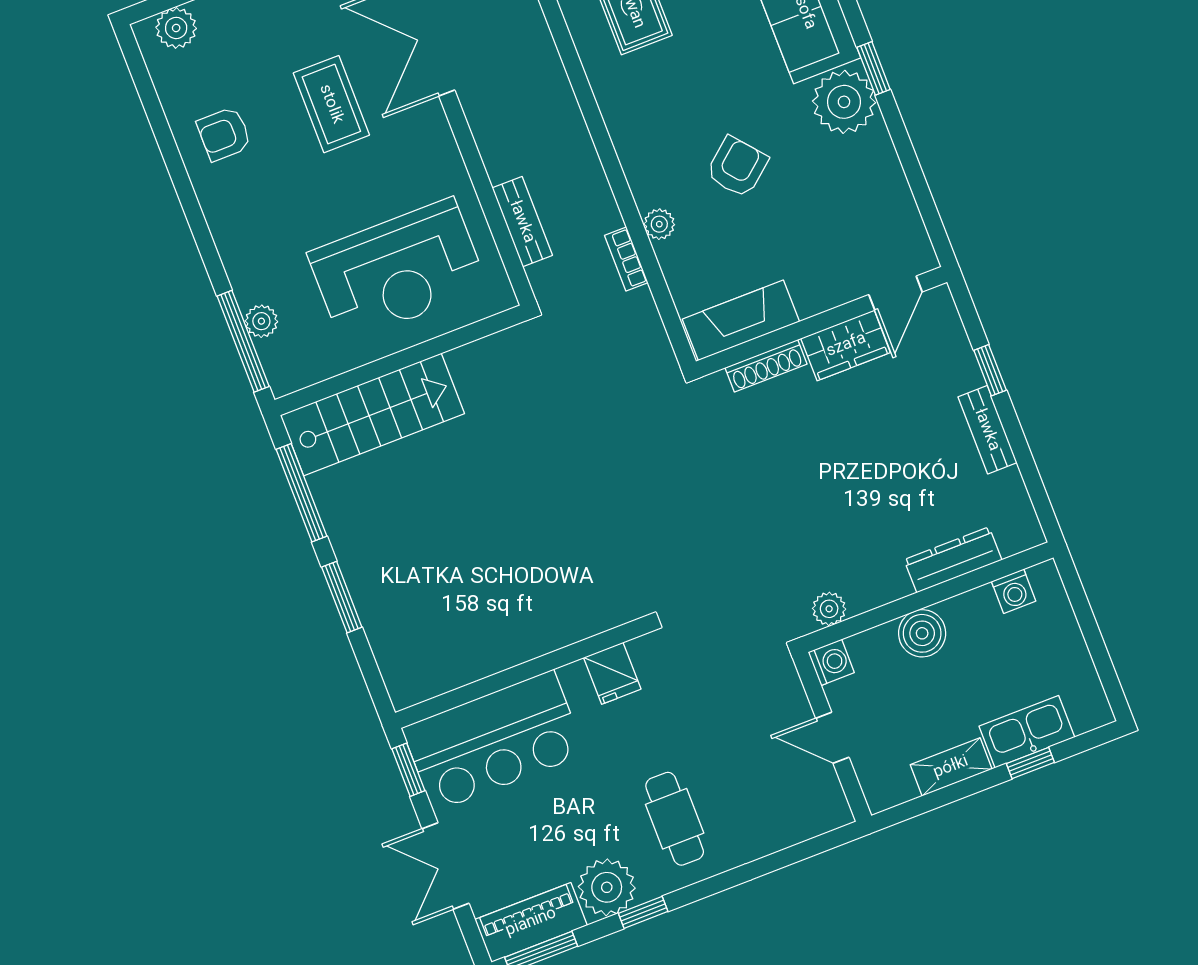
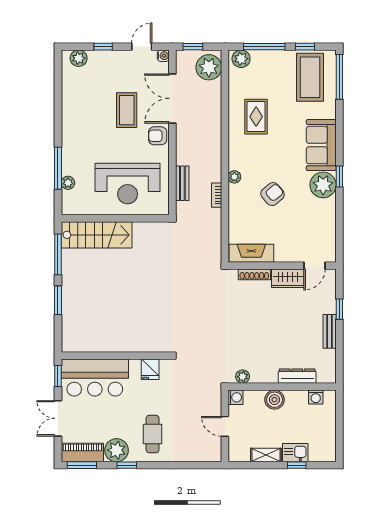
armchair: (224, 134) -> (158, 136), moved
plant: (659, 224) -> (234, 177), moved
bookcase: (626, 259) -> (217, 195), moved
window: (243, 341) -> (58, 168), moved
kitchen sink: (1027, 732) -> (295, 453), width x0.73

